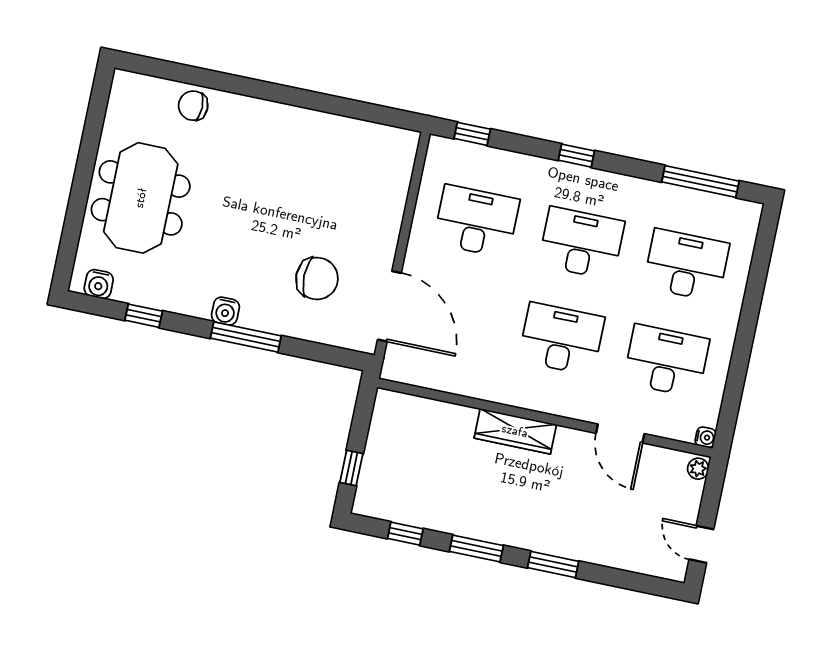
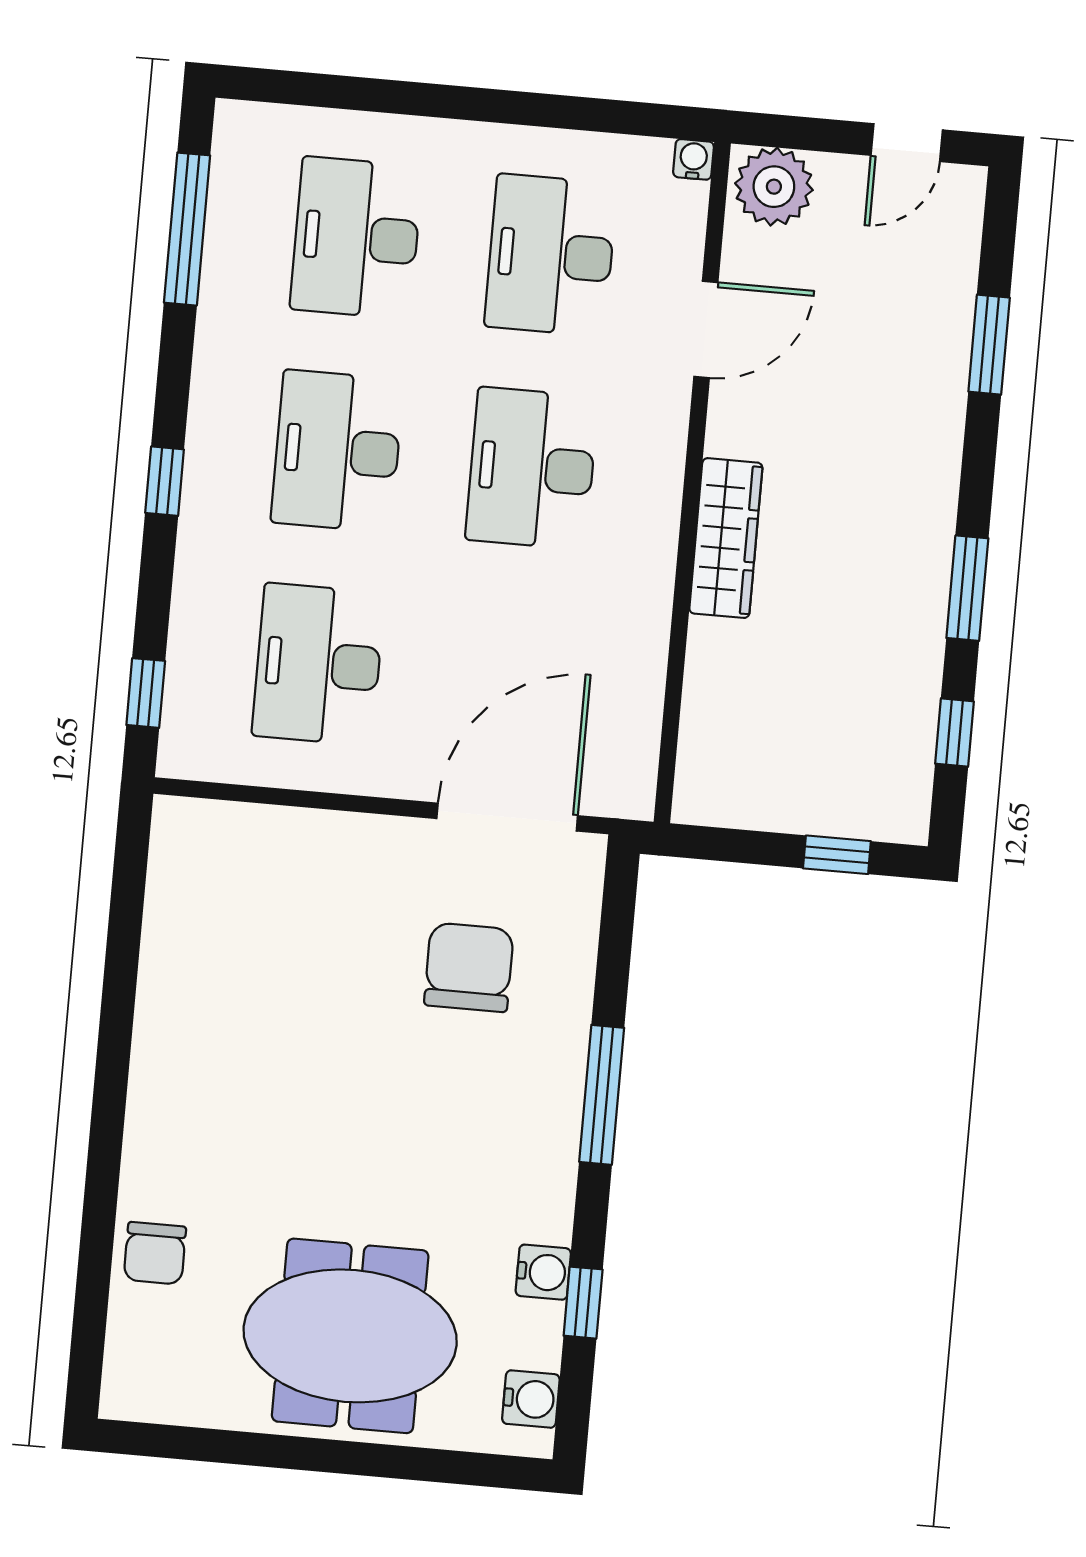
water cooler: (225, 311) -> (543, 1272), moved
plant: (698, 469) -> (774, 187), width x1.88, depth x1.88
window: (553, 564) -> (989, 345), moved

